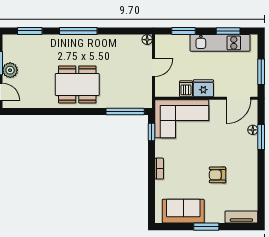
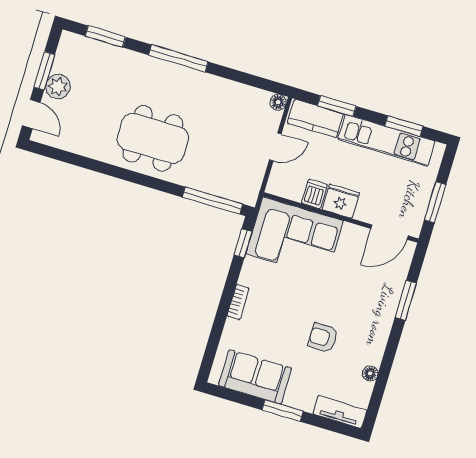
kitchen counter: (173, 43) -> (315, 118), added
floor lamp: (253, 130) -> (370, 373), moved

